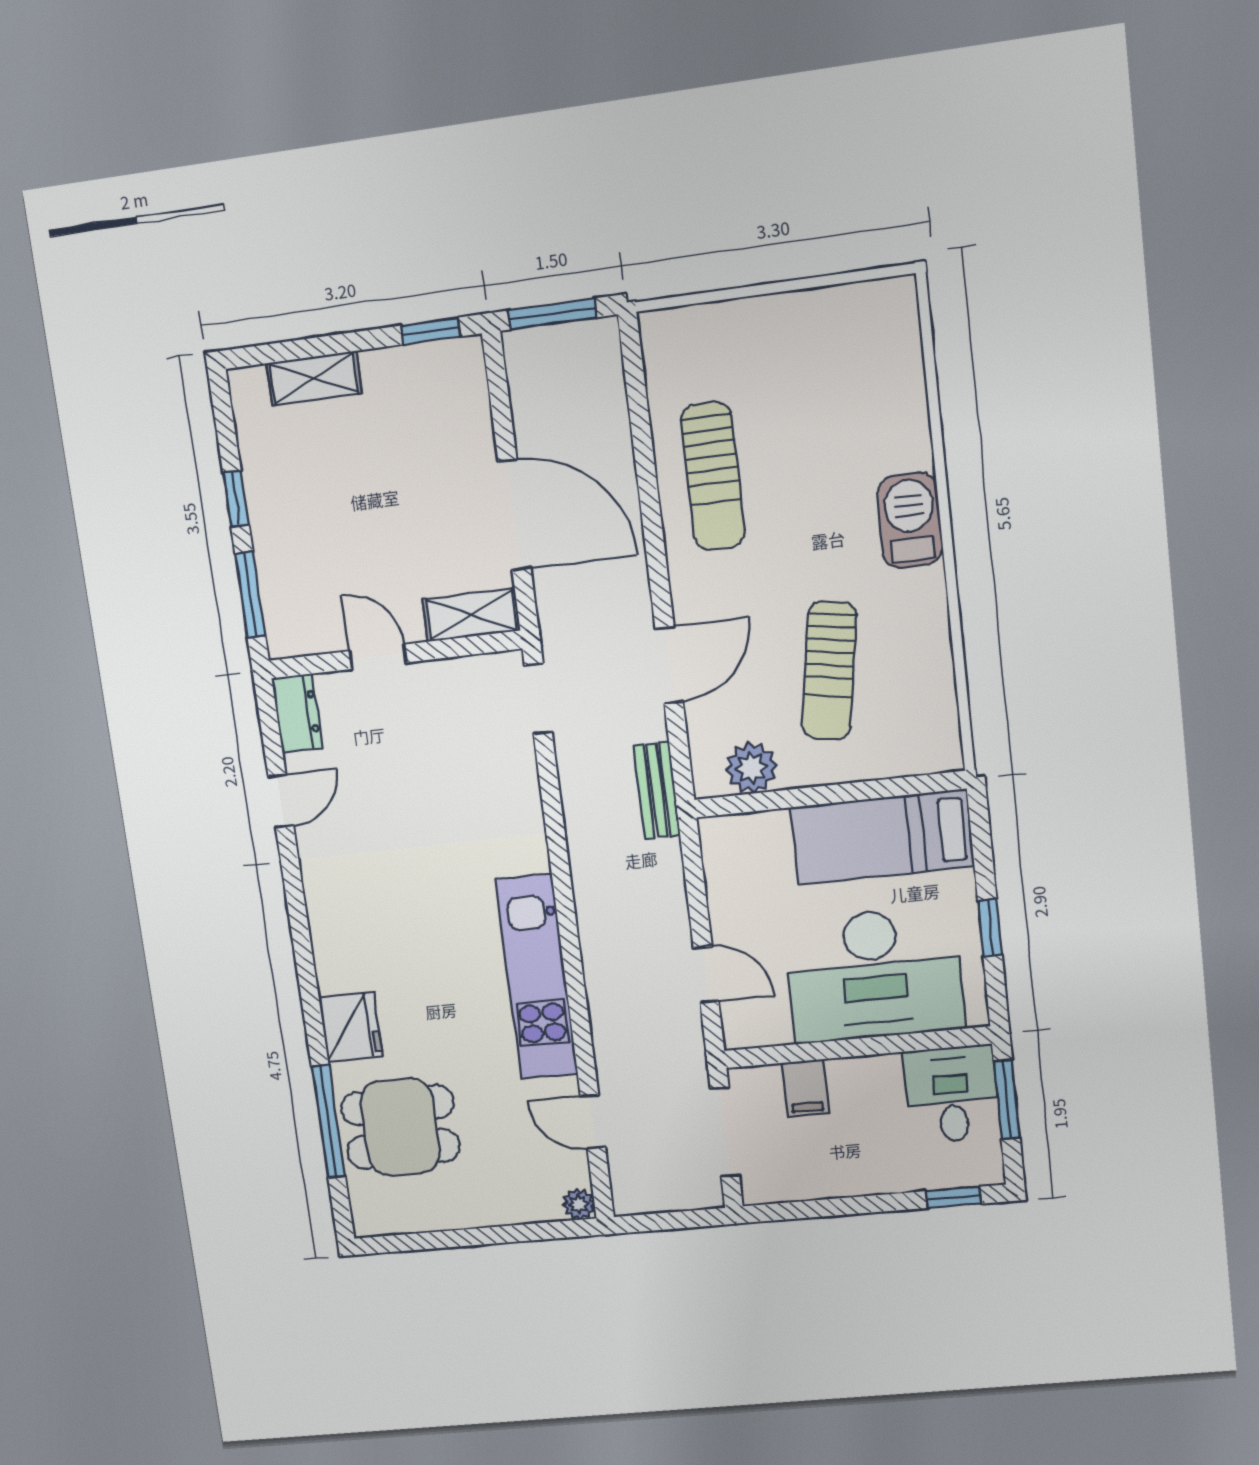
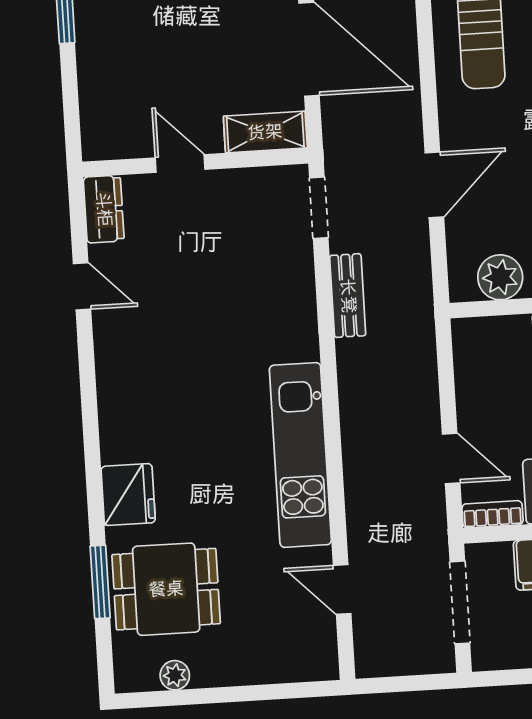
window: (250, 595) -> (71, 103), removed
bench: (657, 790) -> (348, 296), moved
door: (281, 801) -> (82, 286), hinge flipped
bookcase: (756, 1035) -> (492, 514), added
window: (328, 1121) -> (100, 582), width x0.69
plant: (579, 1204) -> (175, 675), moved

